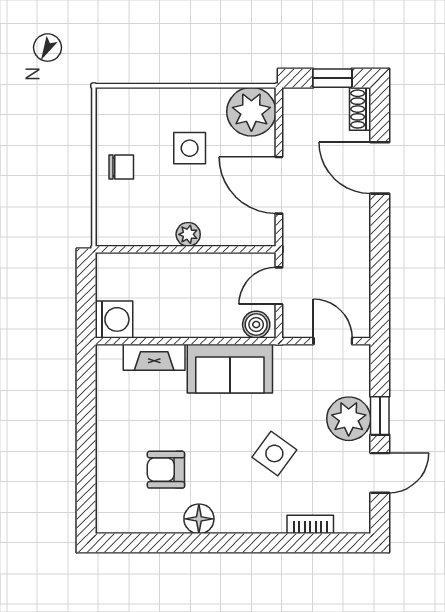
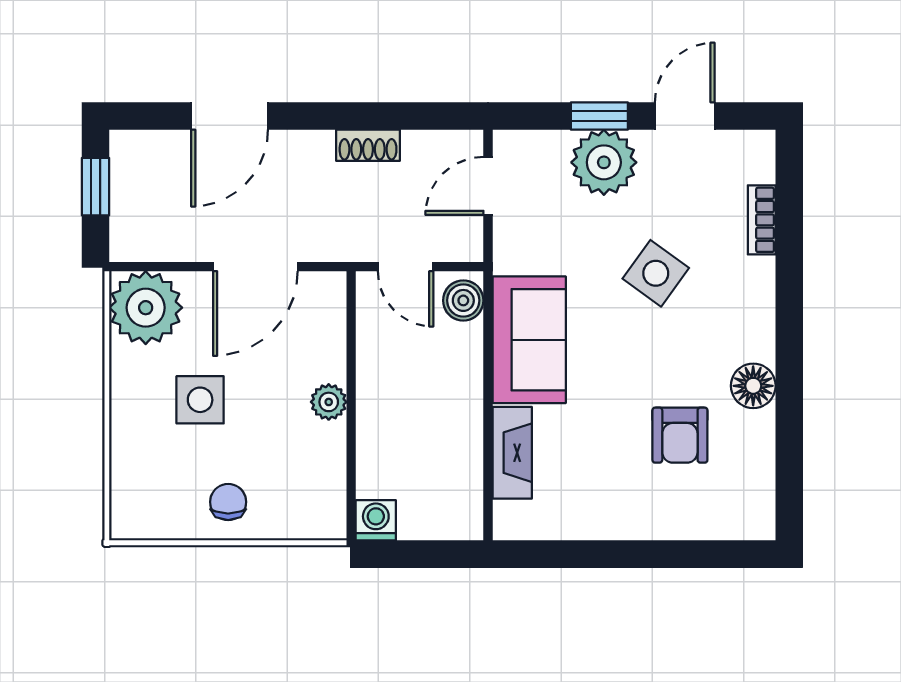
shoe rack: (360, 109) -> (368, 145), moved
washing machine: (114, 319) -> (376, 520), moved, width x0.73, depth x0.73
door: (380, 473) -> (685, 116), hinge flipped

